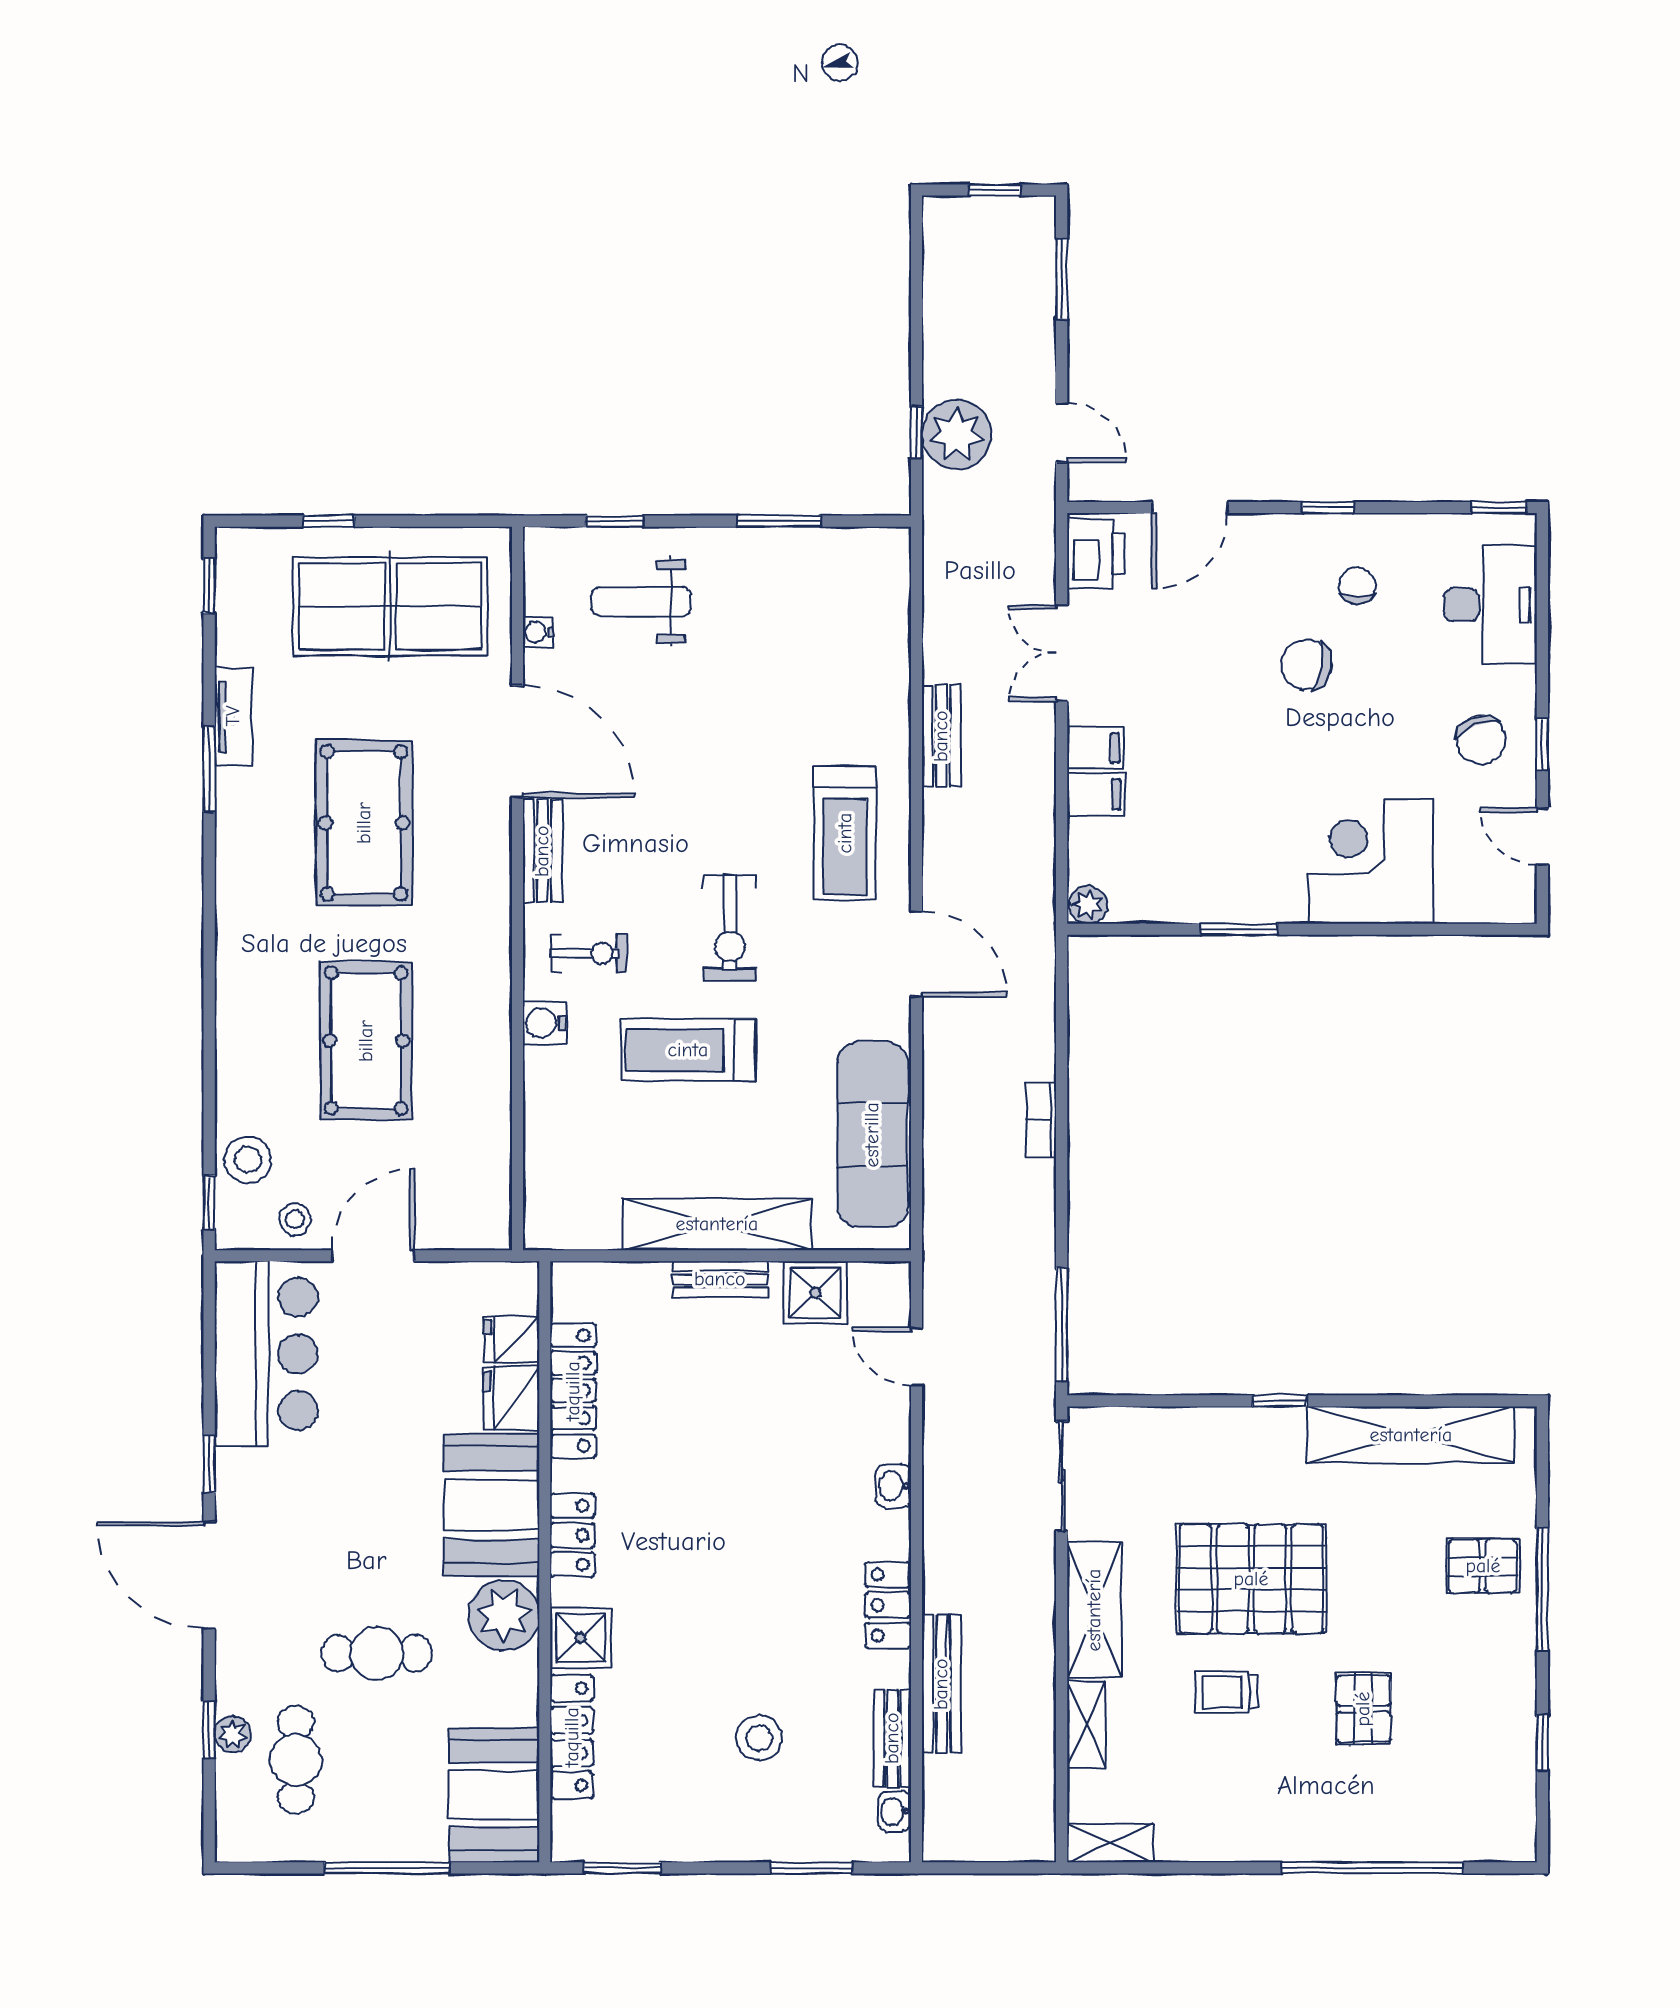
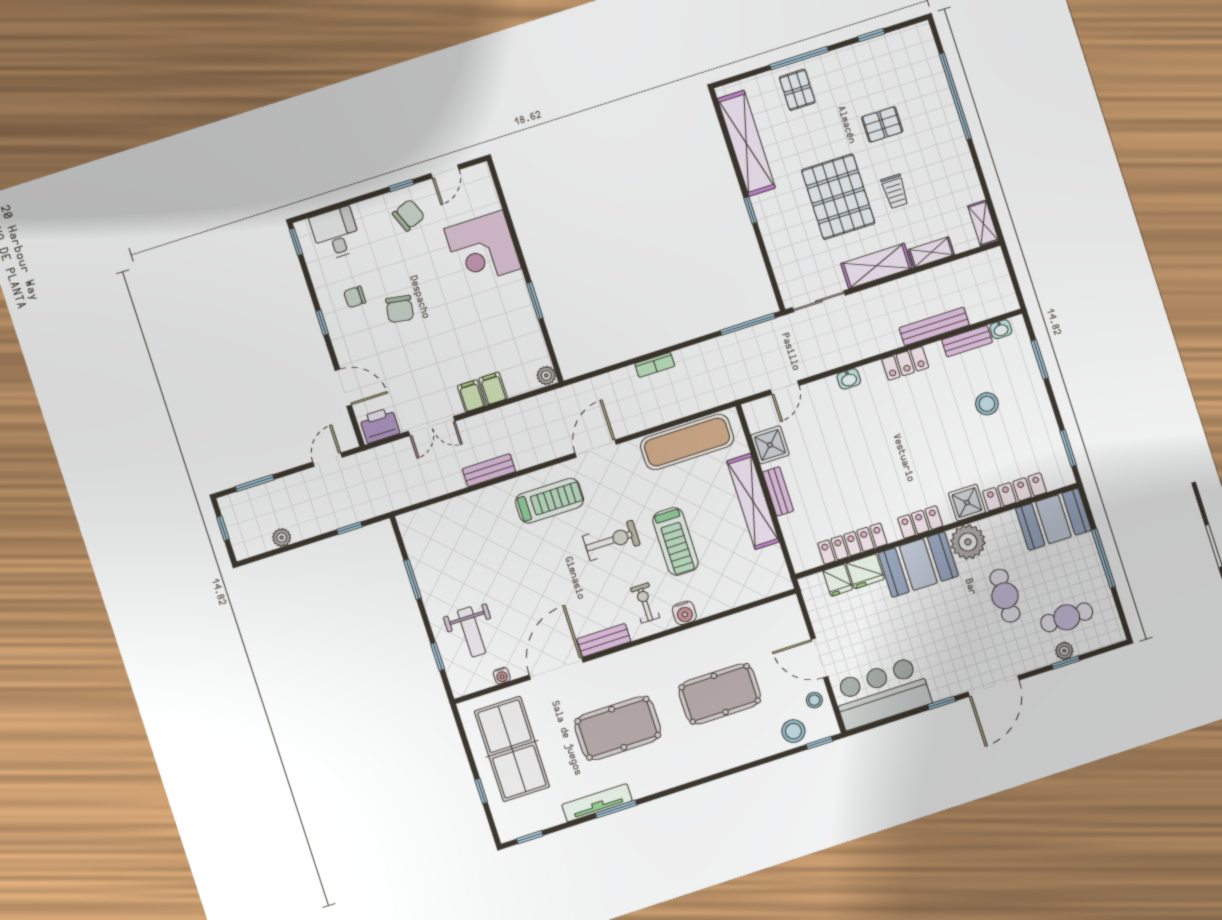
plant: (957, 435) -> (282, 538), moved, width x0.53, depth x0.53
desk: (1490, 605) -> (336, 234), width x0.73
tv unit: (233, 716) -> (597, 803), width x1.41

